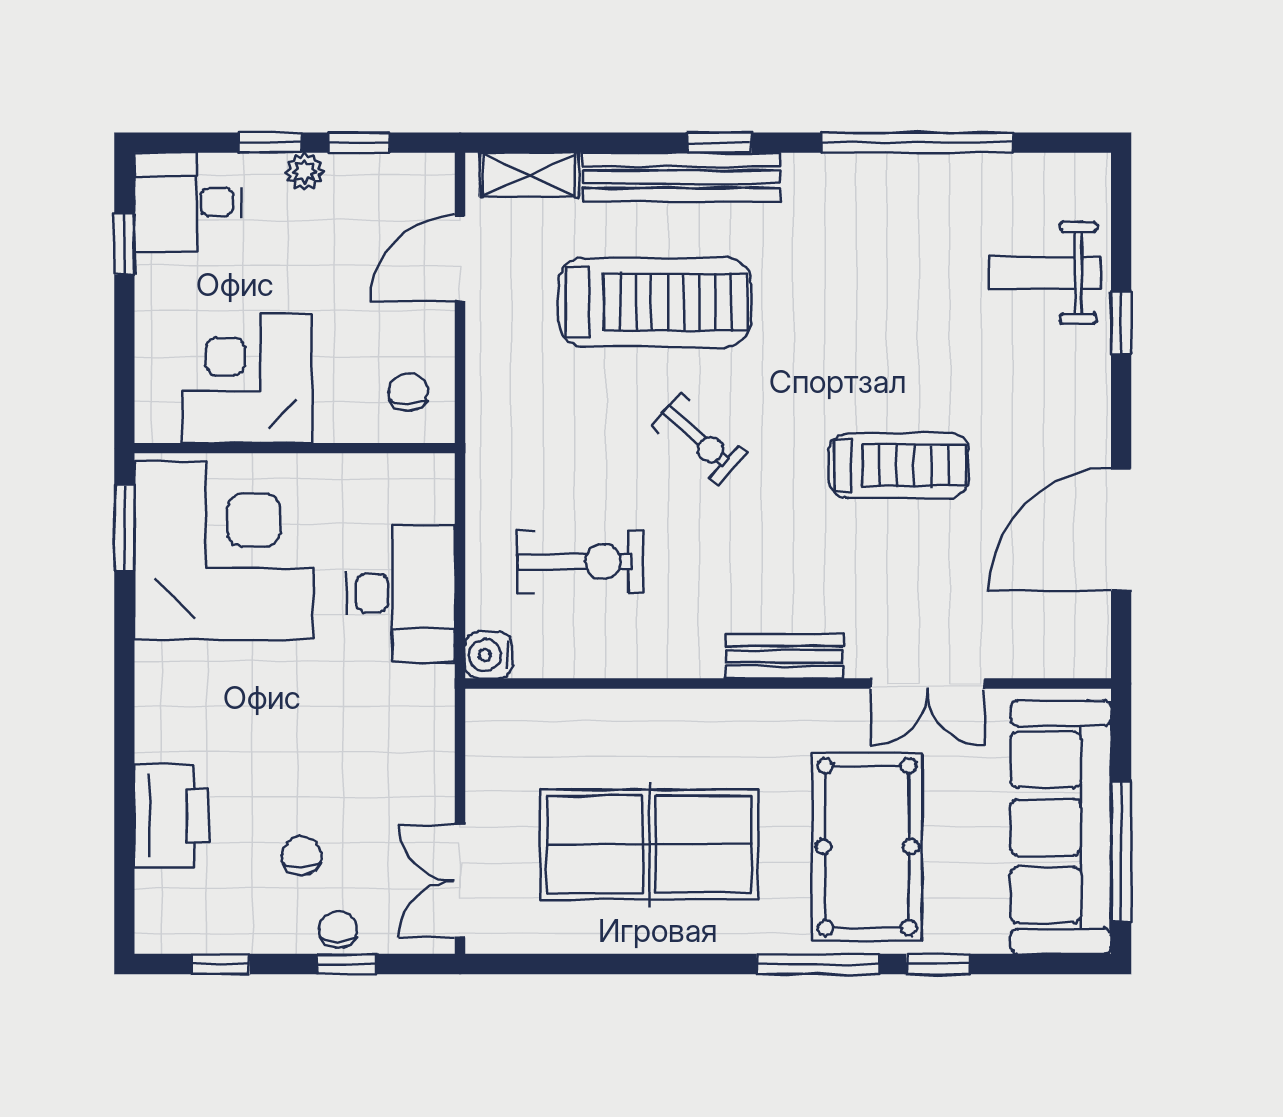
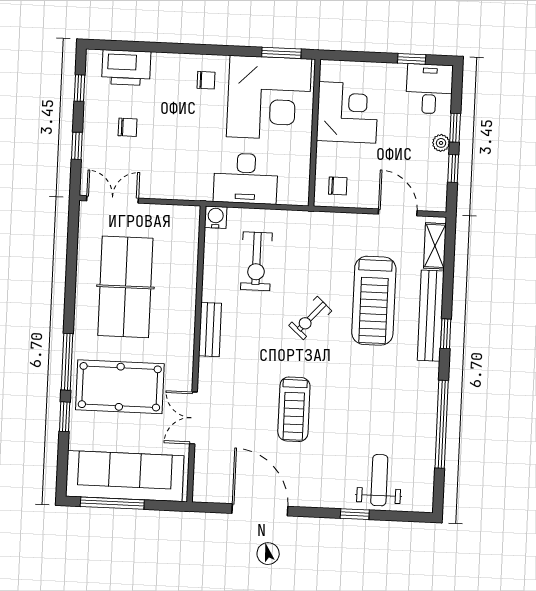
bench: (784, 656) -> (210, 330), moved
printer: (172, 816) -> (126, 68), moved
chair: (338, 930) -> (206, 80), moved

